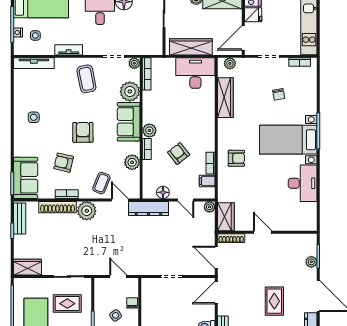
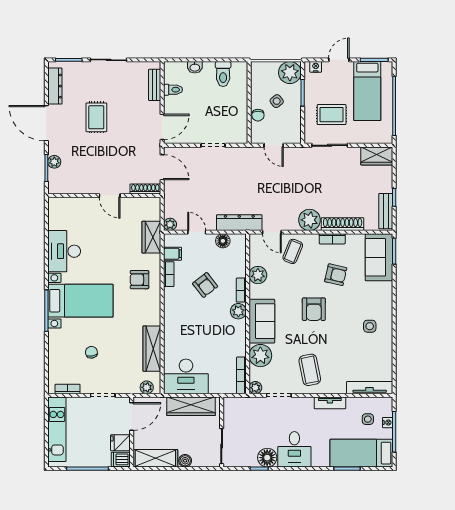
wardrobe: (226, 217) -> (151, 237), moved

